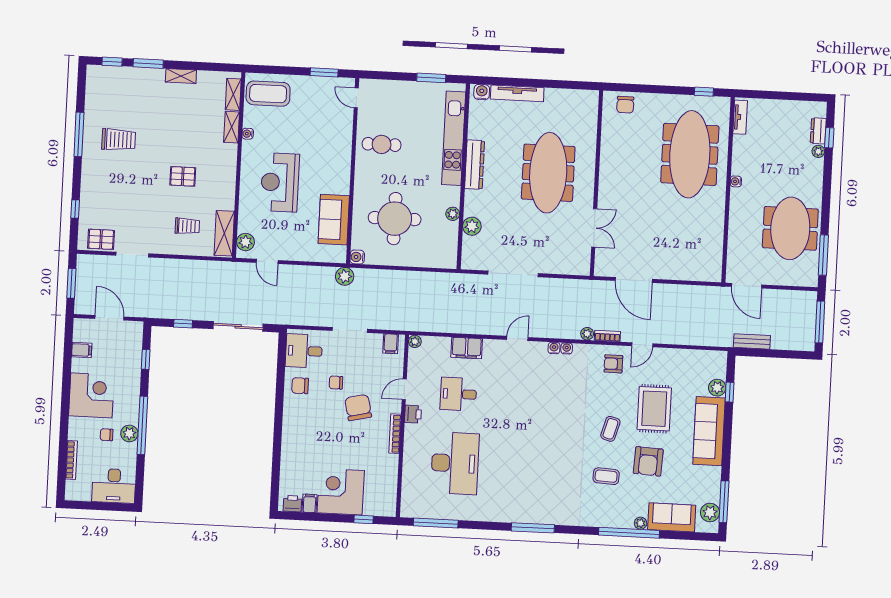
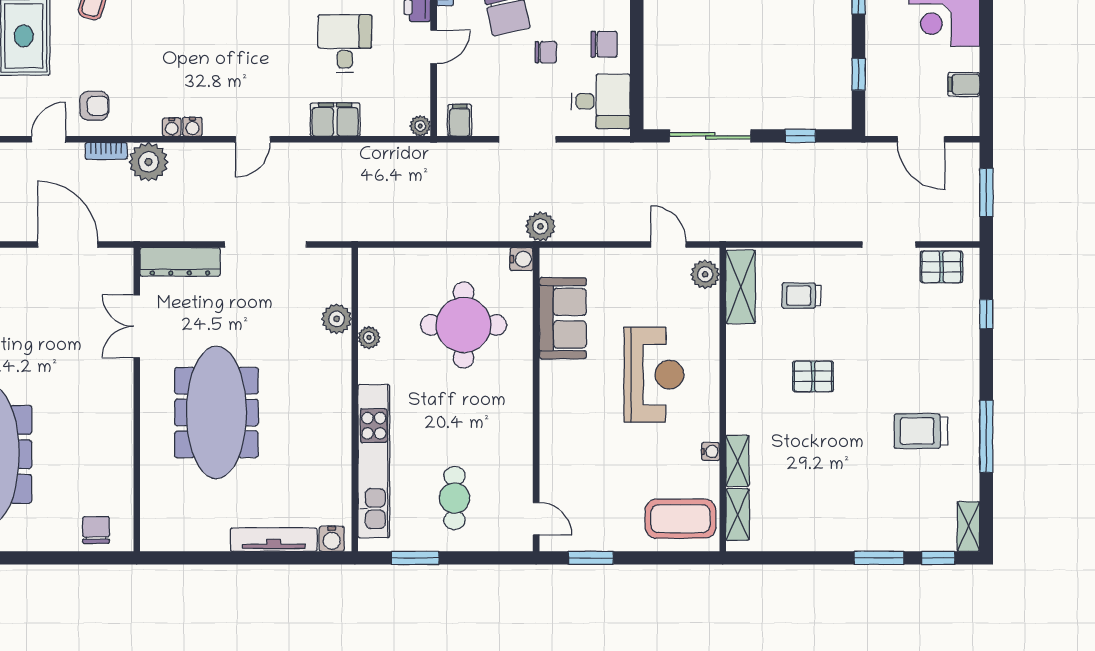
shelving: (181, 76) -> (968, 526), moved, turned 90
cafe table: (382, 144) -> (454, 498), moved, turned 90
dresser: (475, 165) -> (180, 262), moved, turned -90
plant: (587, 334) -> (149, 162), width x1.88, depth x1.88
desk: (458, 394) -> (345, 44), turned -90

